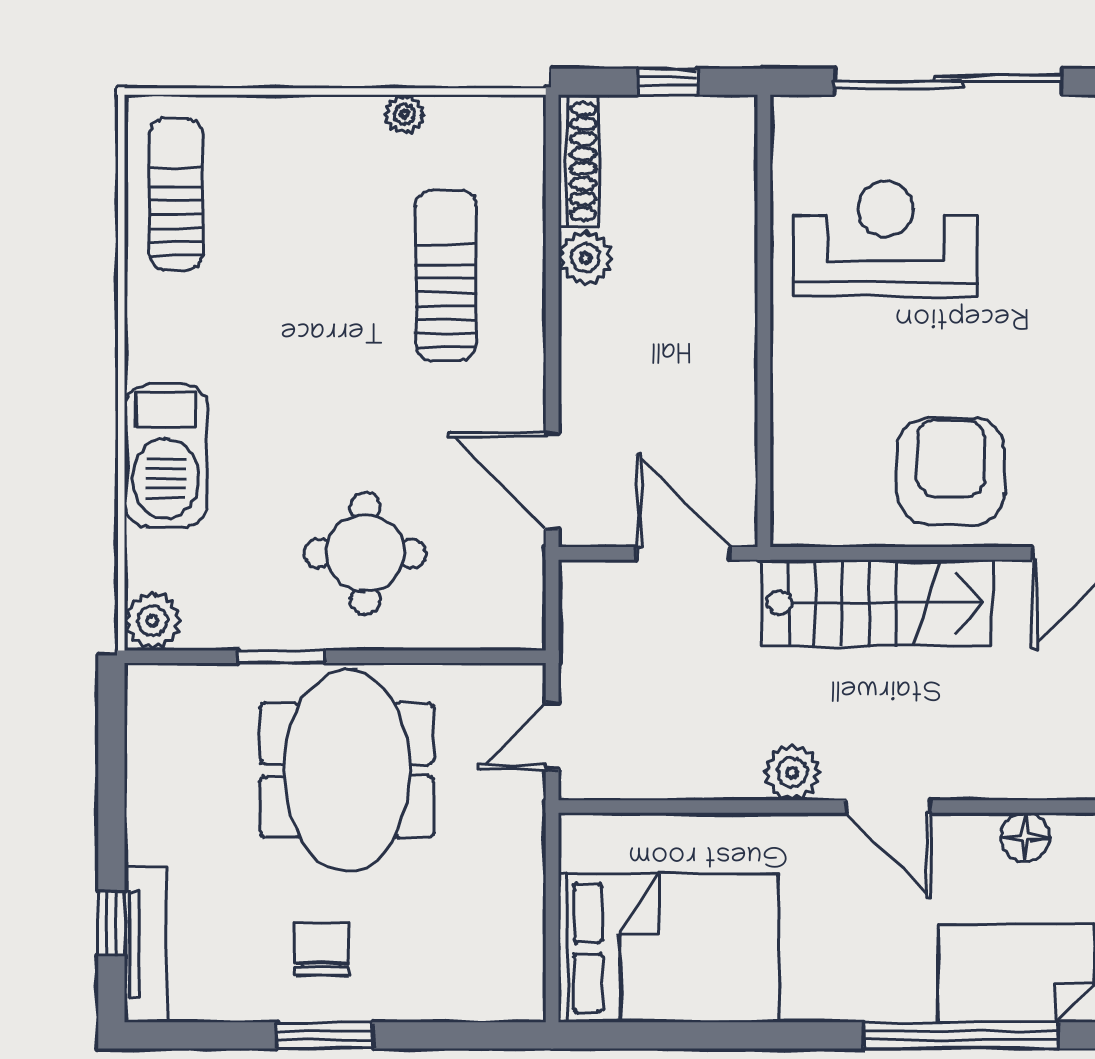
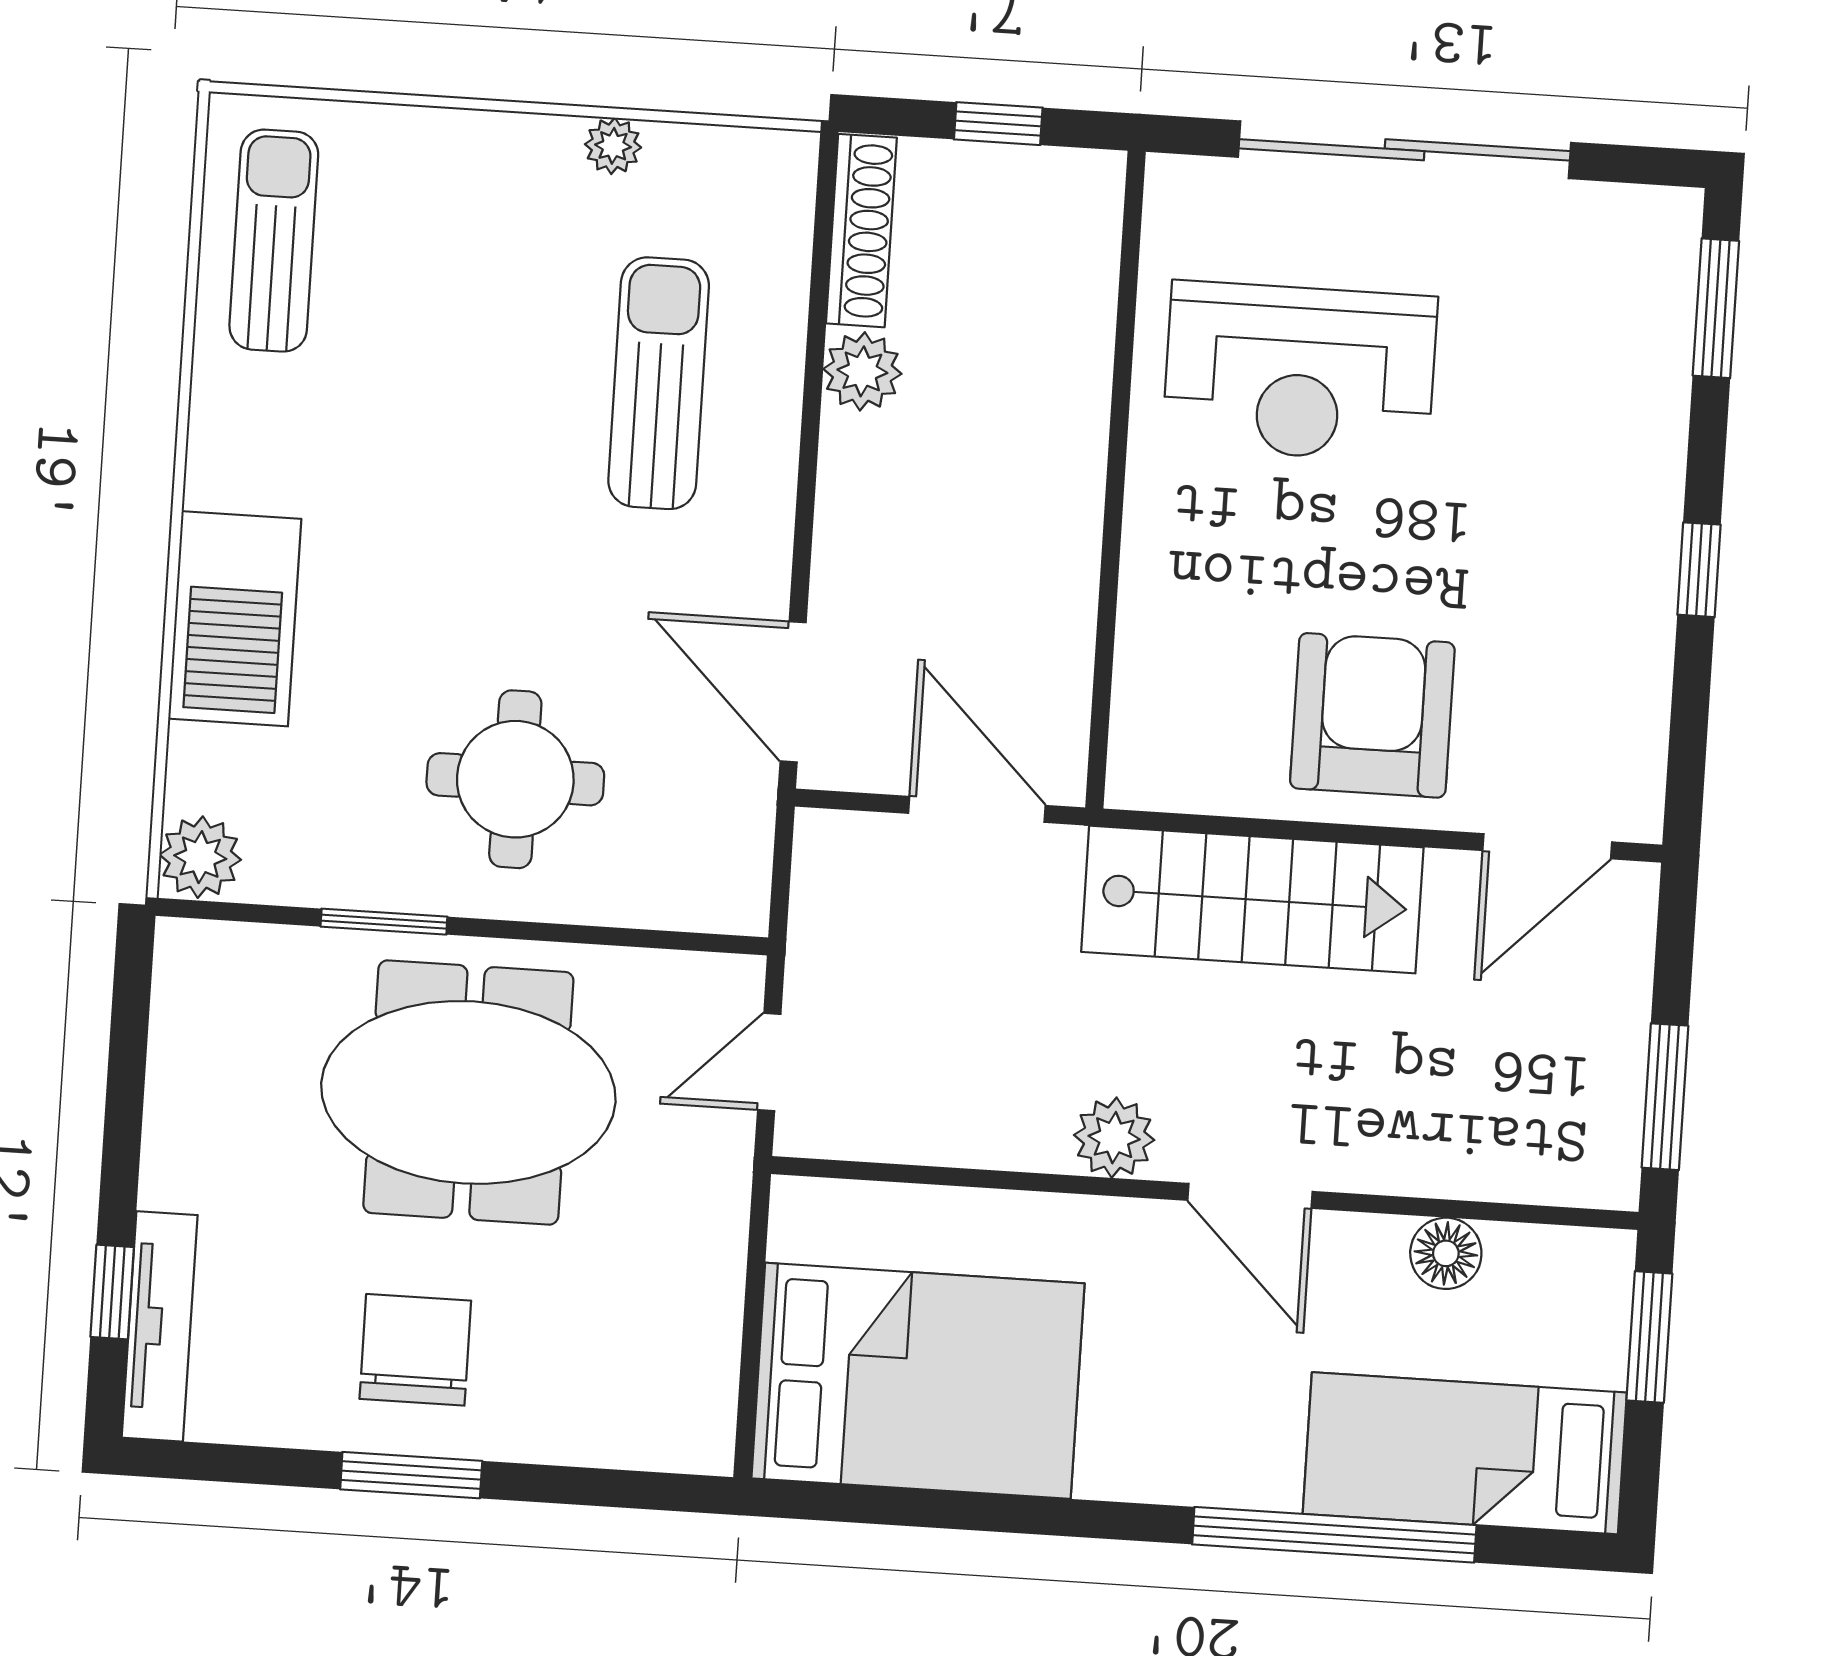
reception desk: (886, 239) -> (1300, 372), turned 180
meeting table: (347, 770) -> (468, 1092), turned 90
chair: (322, 949) -> (415, 1350), width x1.37, depth x1.37

